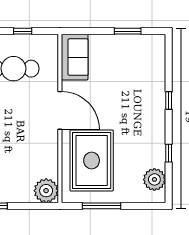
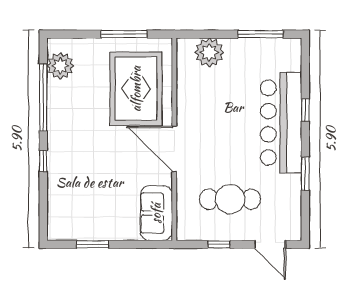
window: (169, 153) -> (43, 97), width x3.17
plant: (46, 191) -> (209, 52), moved

